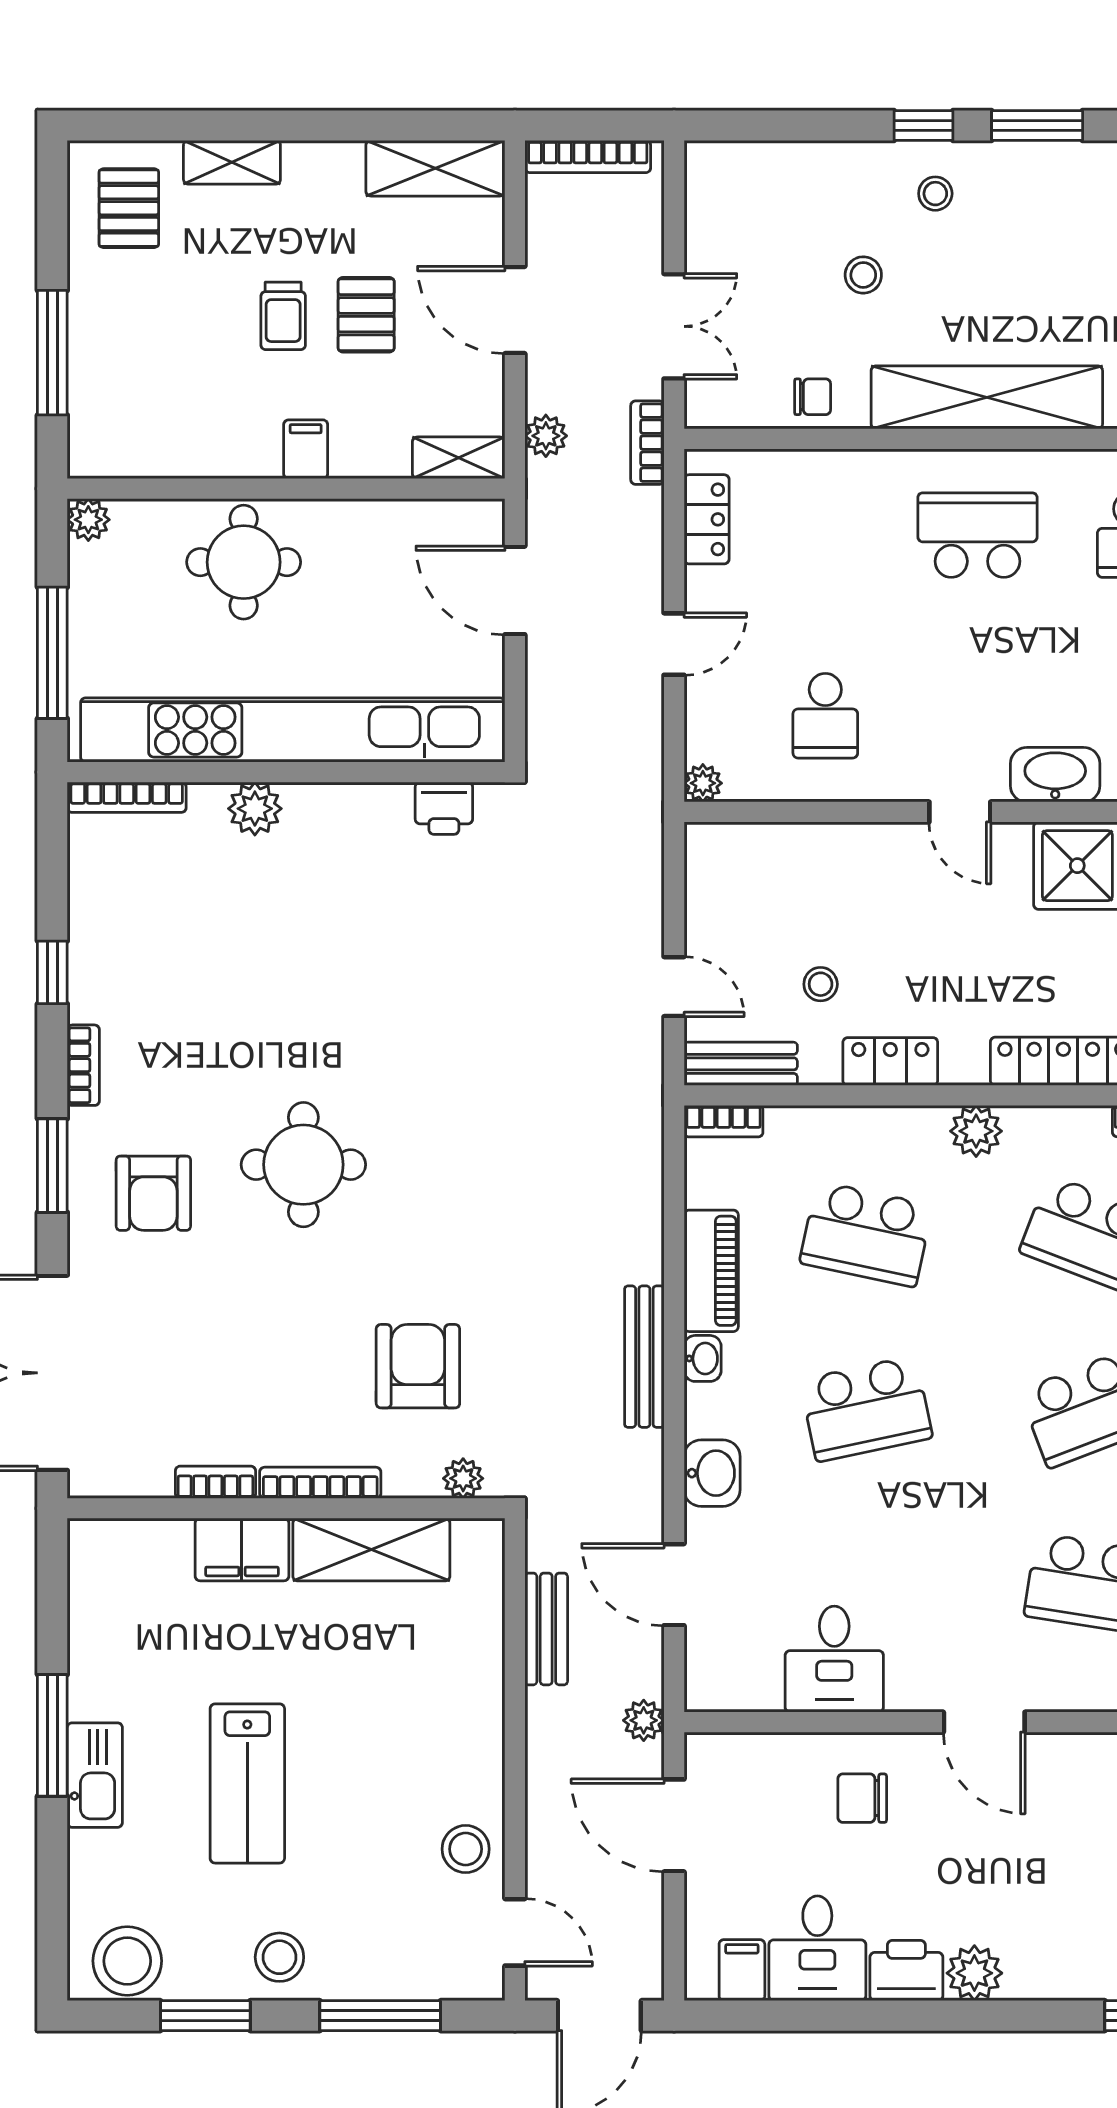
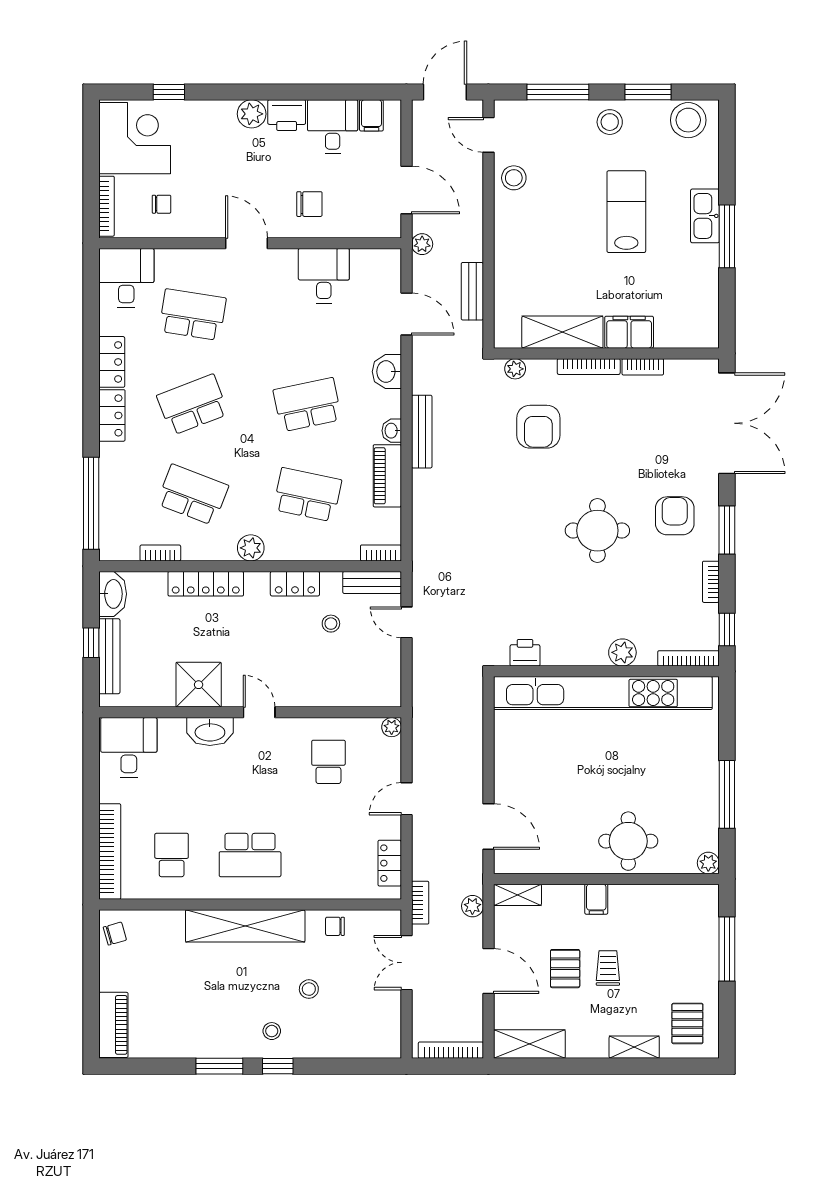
kitchen unit: (293, 730) -> (603, 693), moved
wall: (286, 772) -> (606, 671), moved
bookcase: (127, 797) -> (689, 658), moved
printer: (444, 808) -> (525, 653), moved
plant: (255, 809) -> (622, 652), moved

